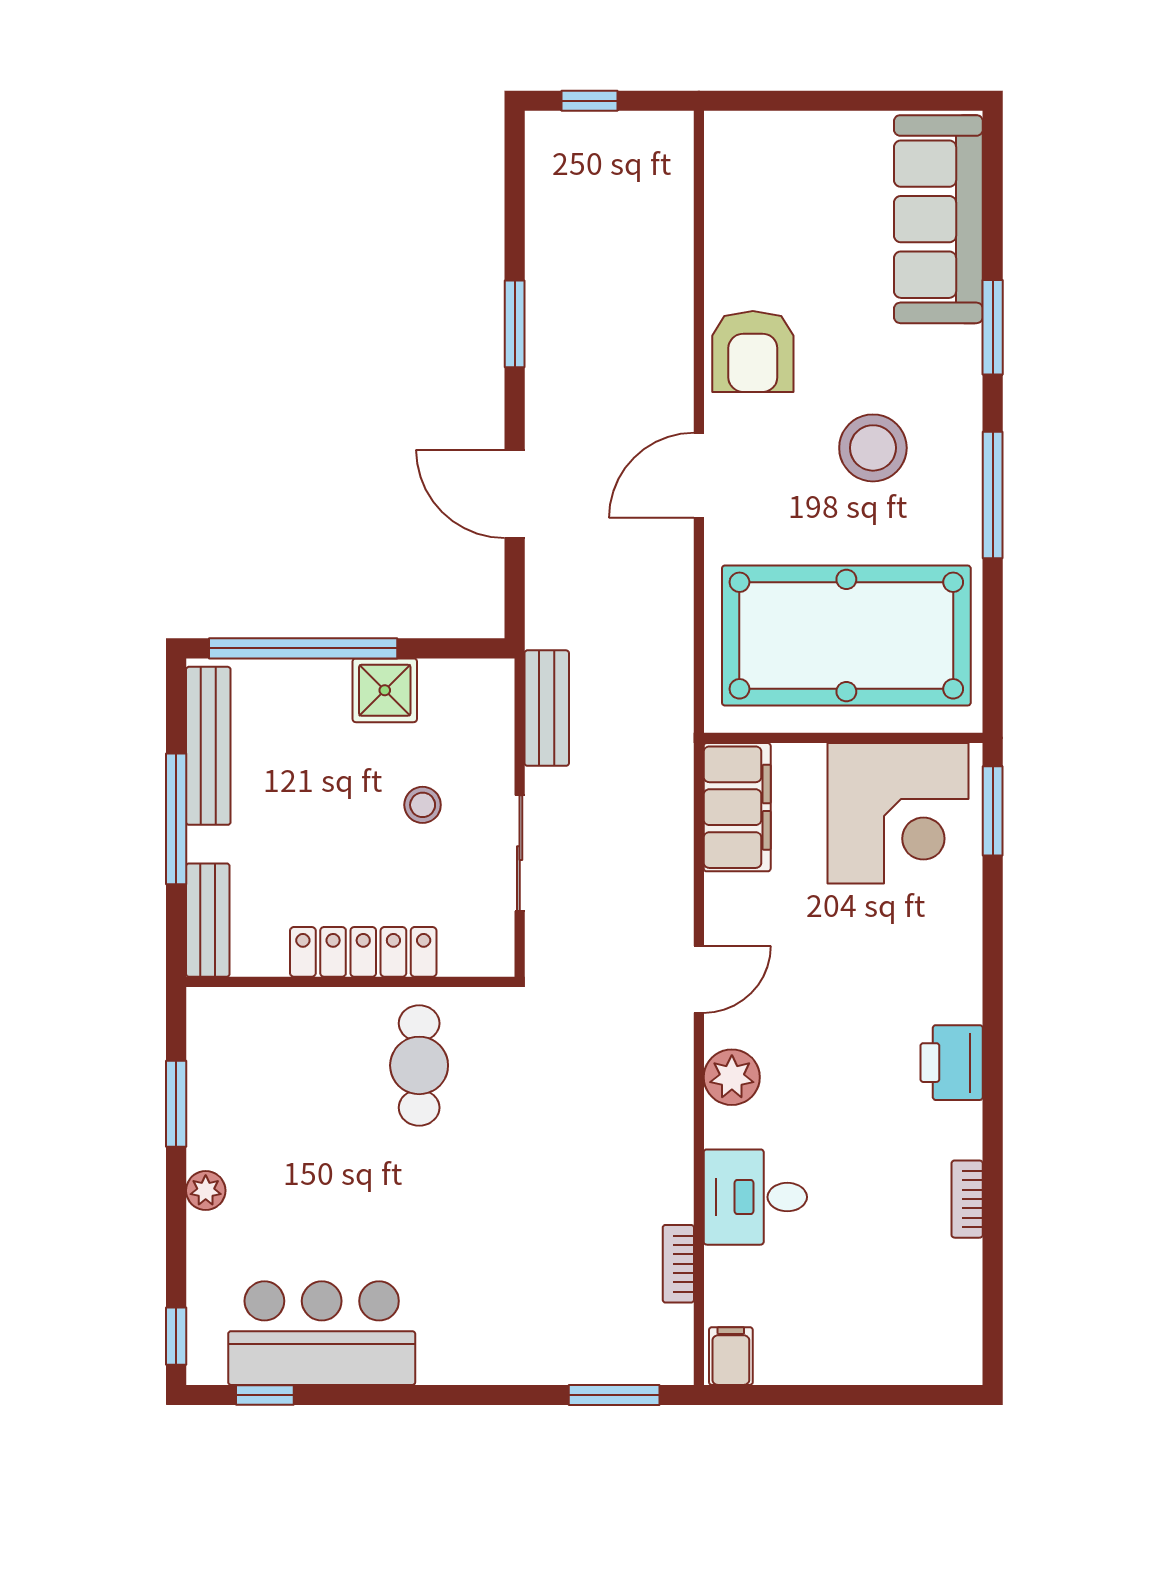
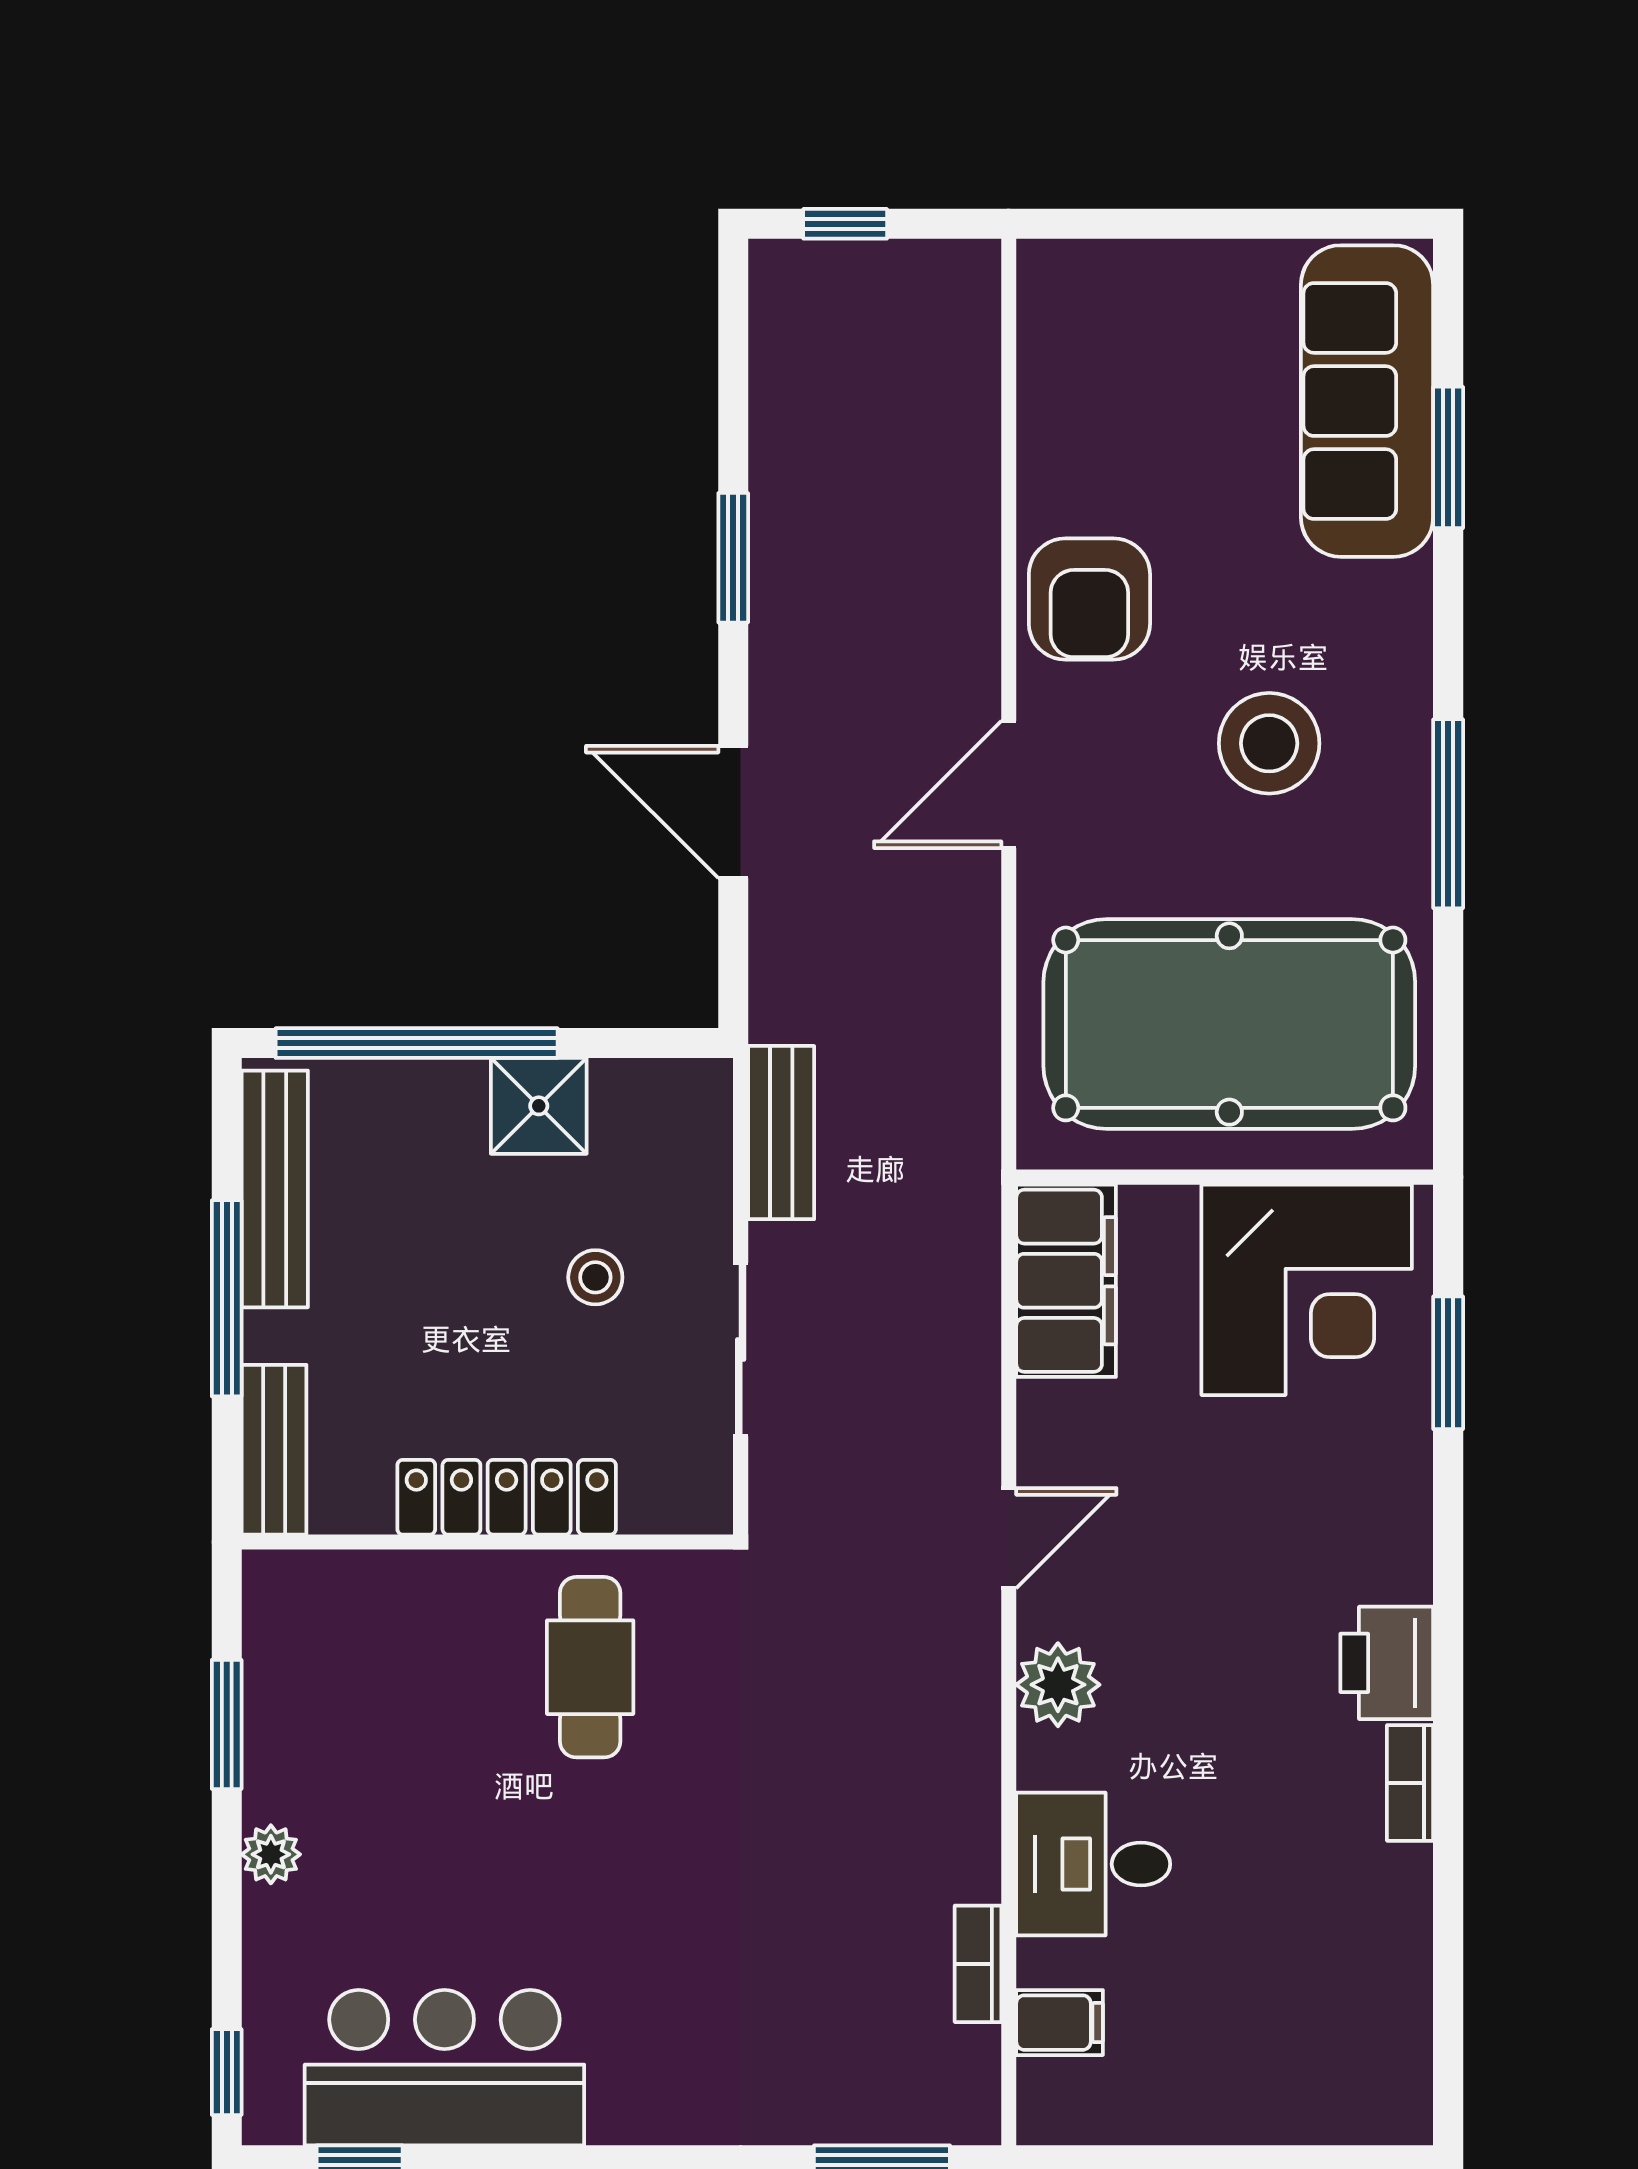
window: (993, 327) -> (1448, 457), moved
window: (993, 811) -> (1448, 1363), moved
bookcase: (967, 1199) -> (1410, 1783), moved
filing cabinet: (731, 1356) -> (1060, 2023), moved, turned 90

